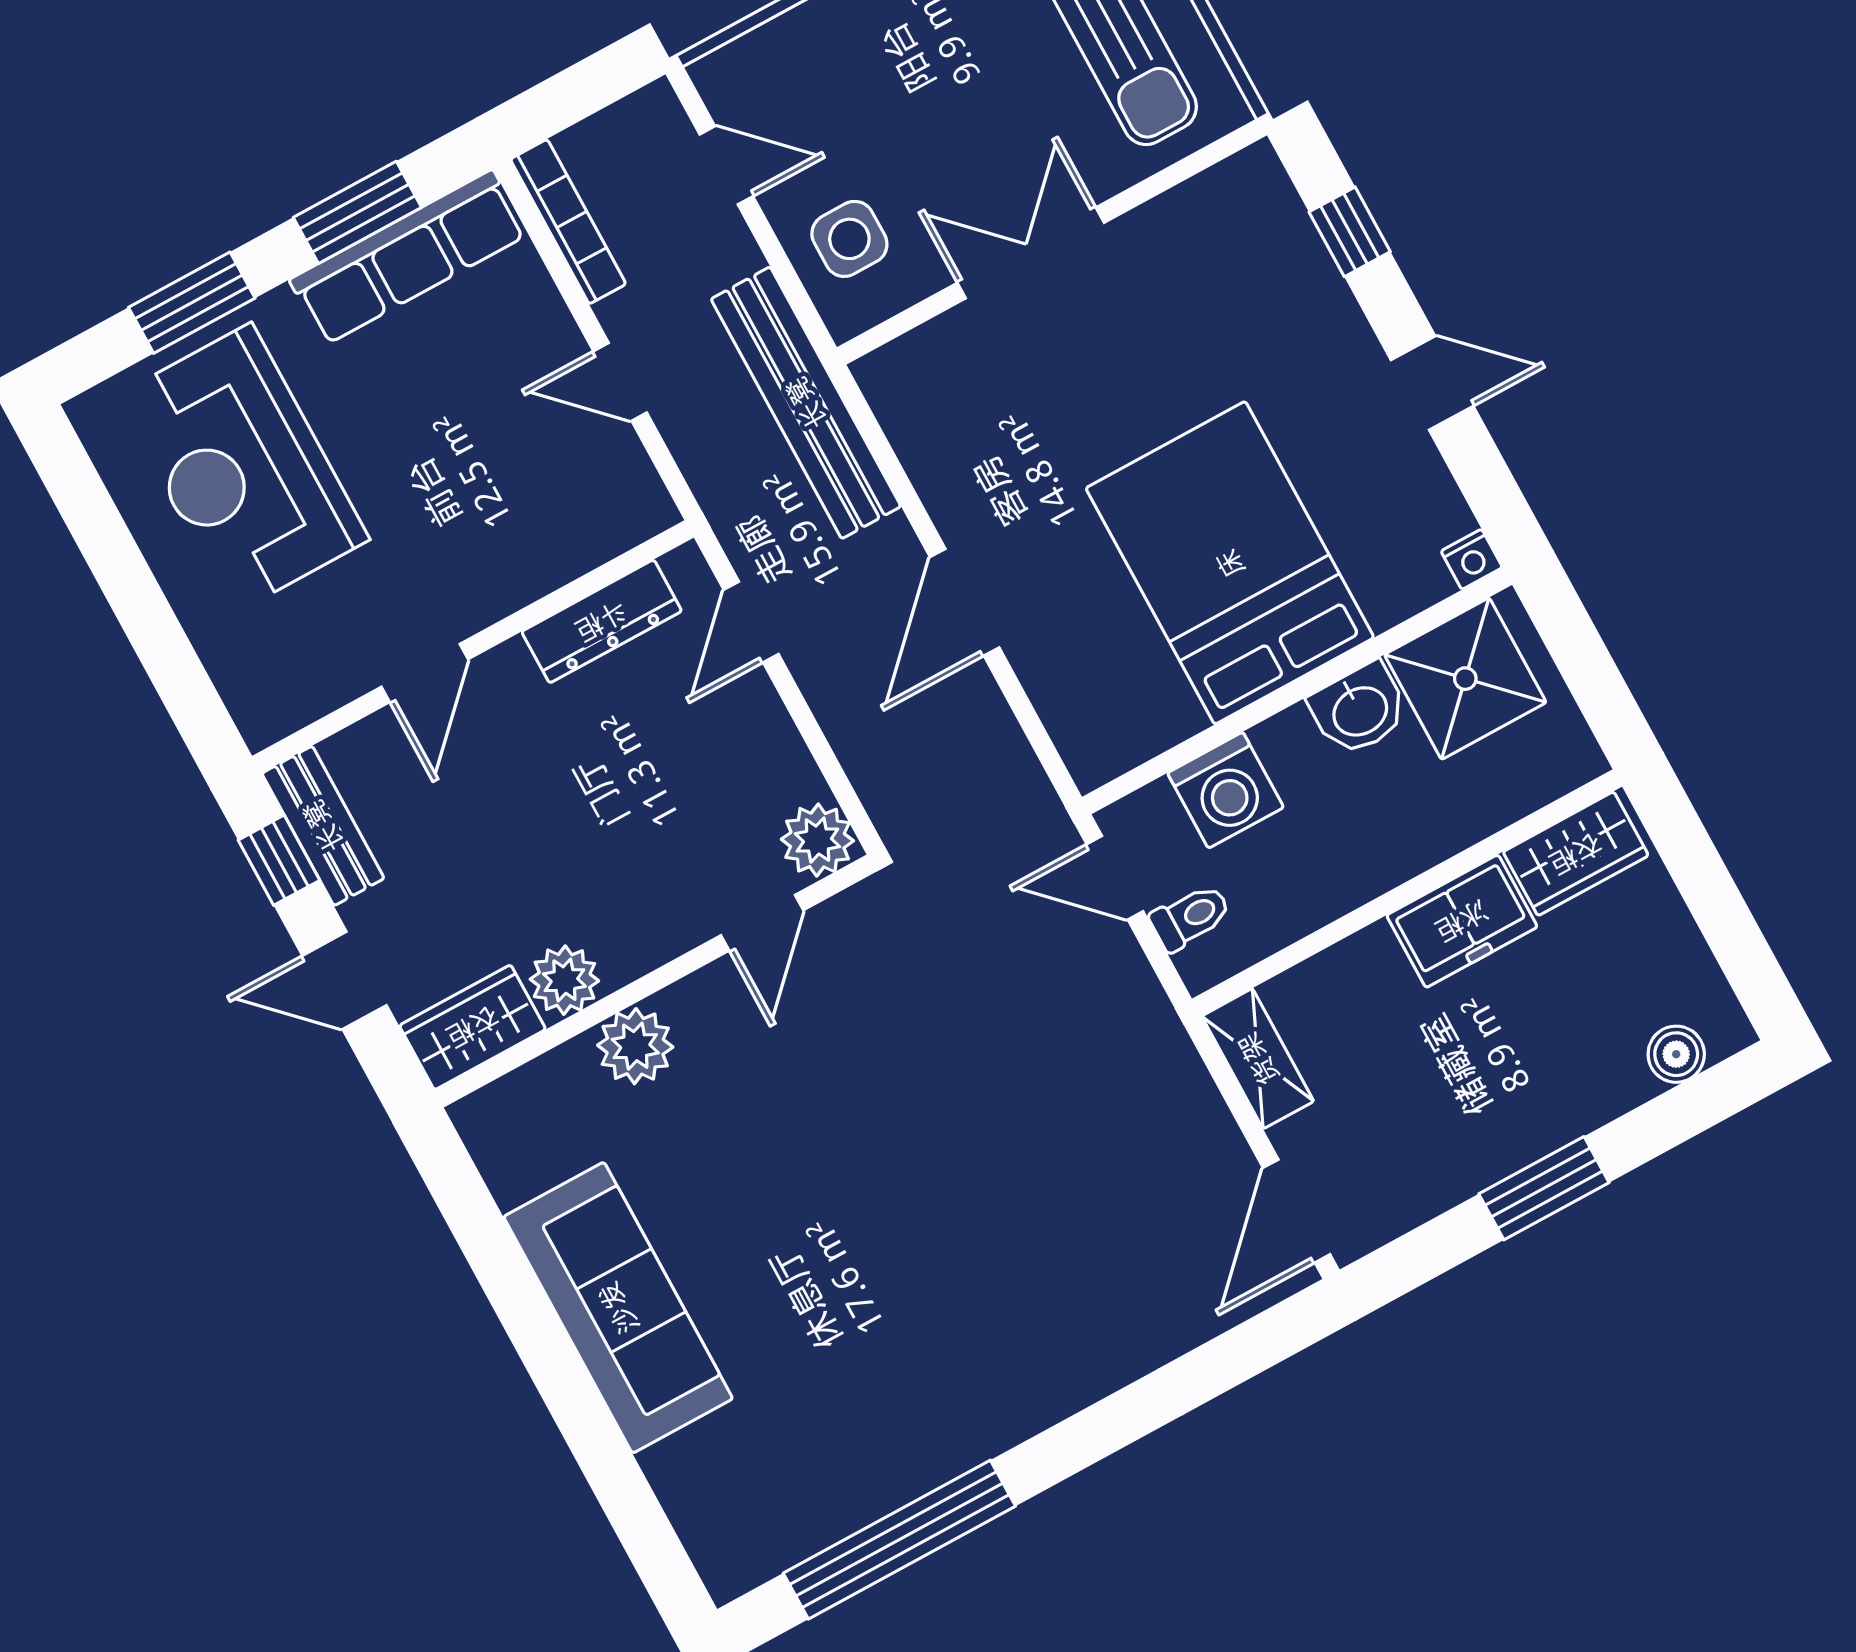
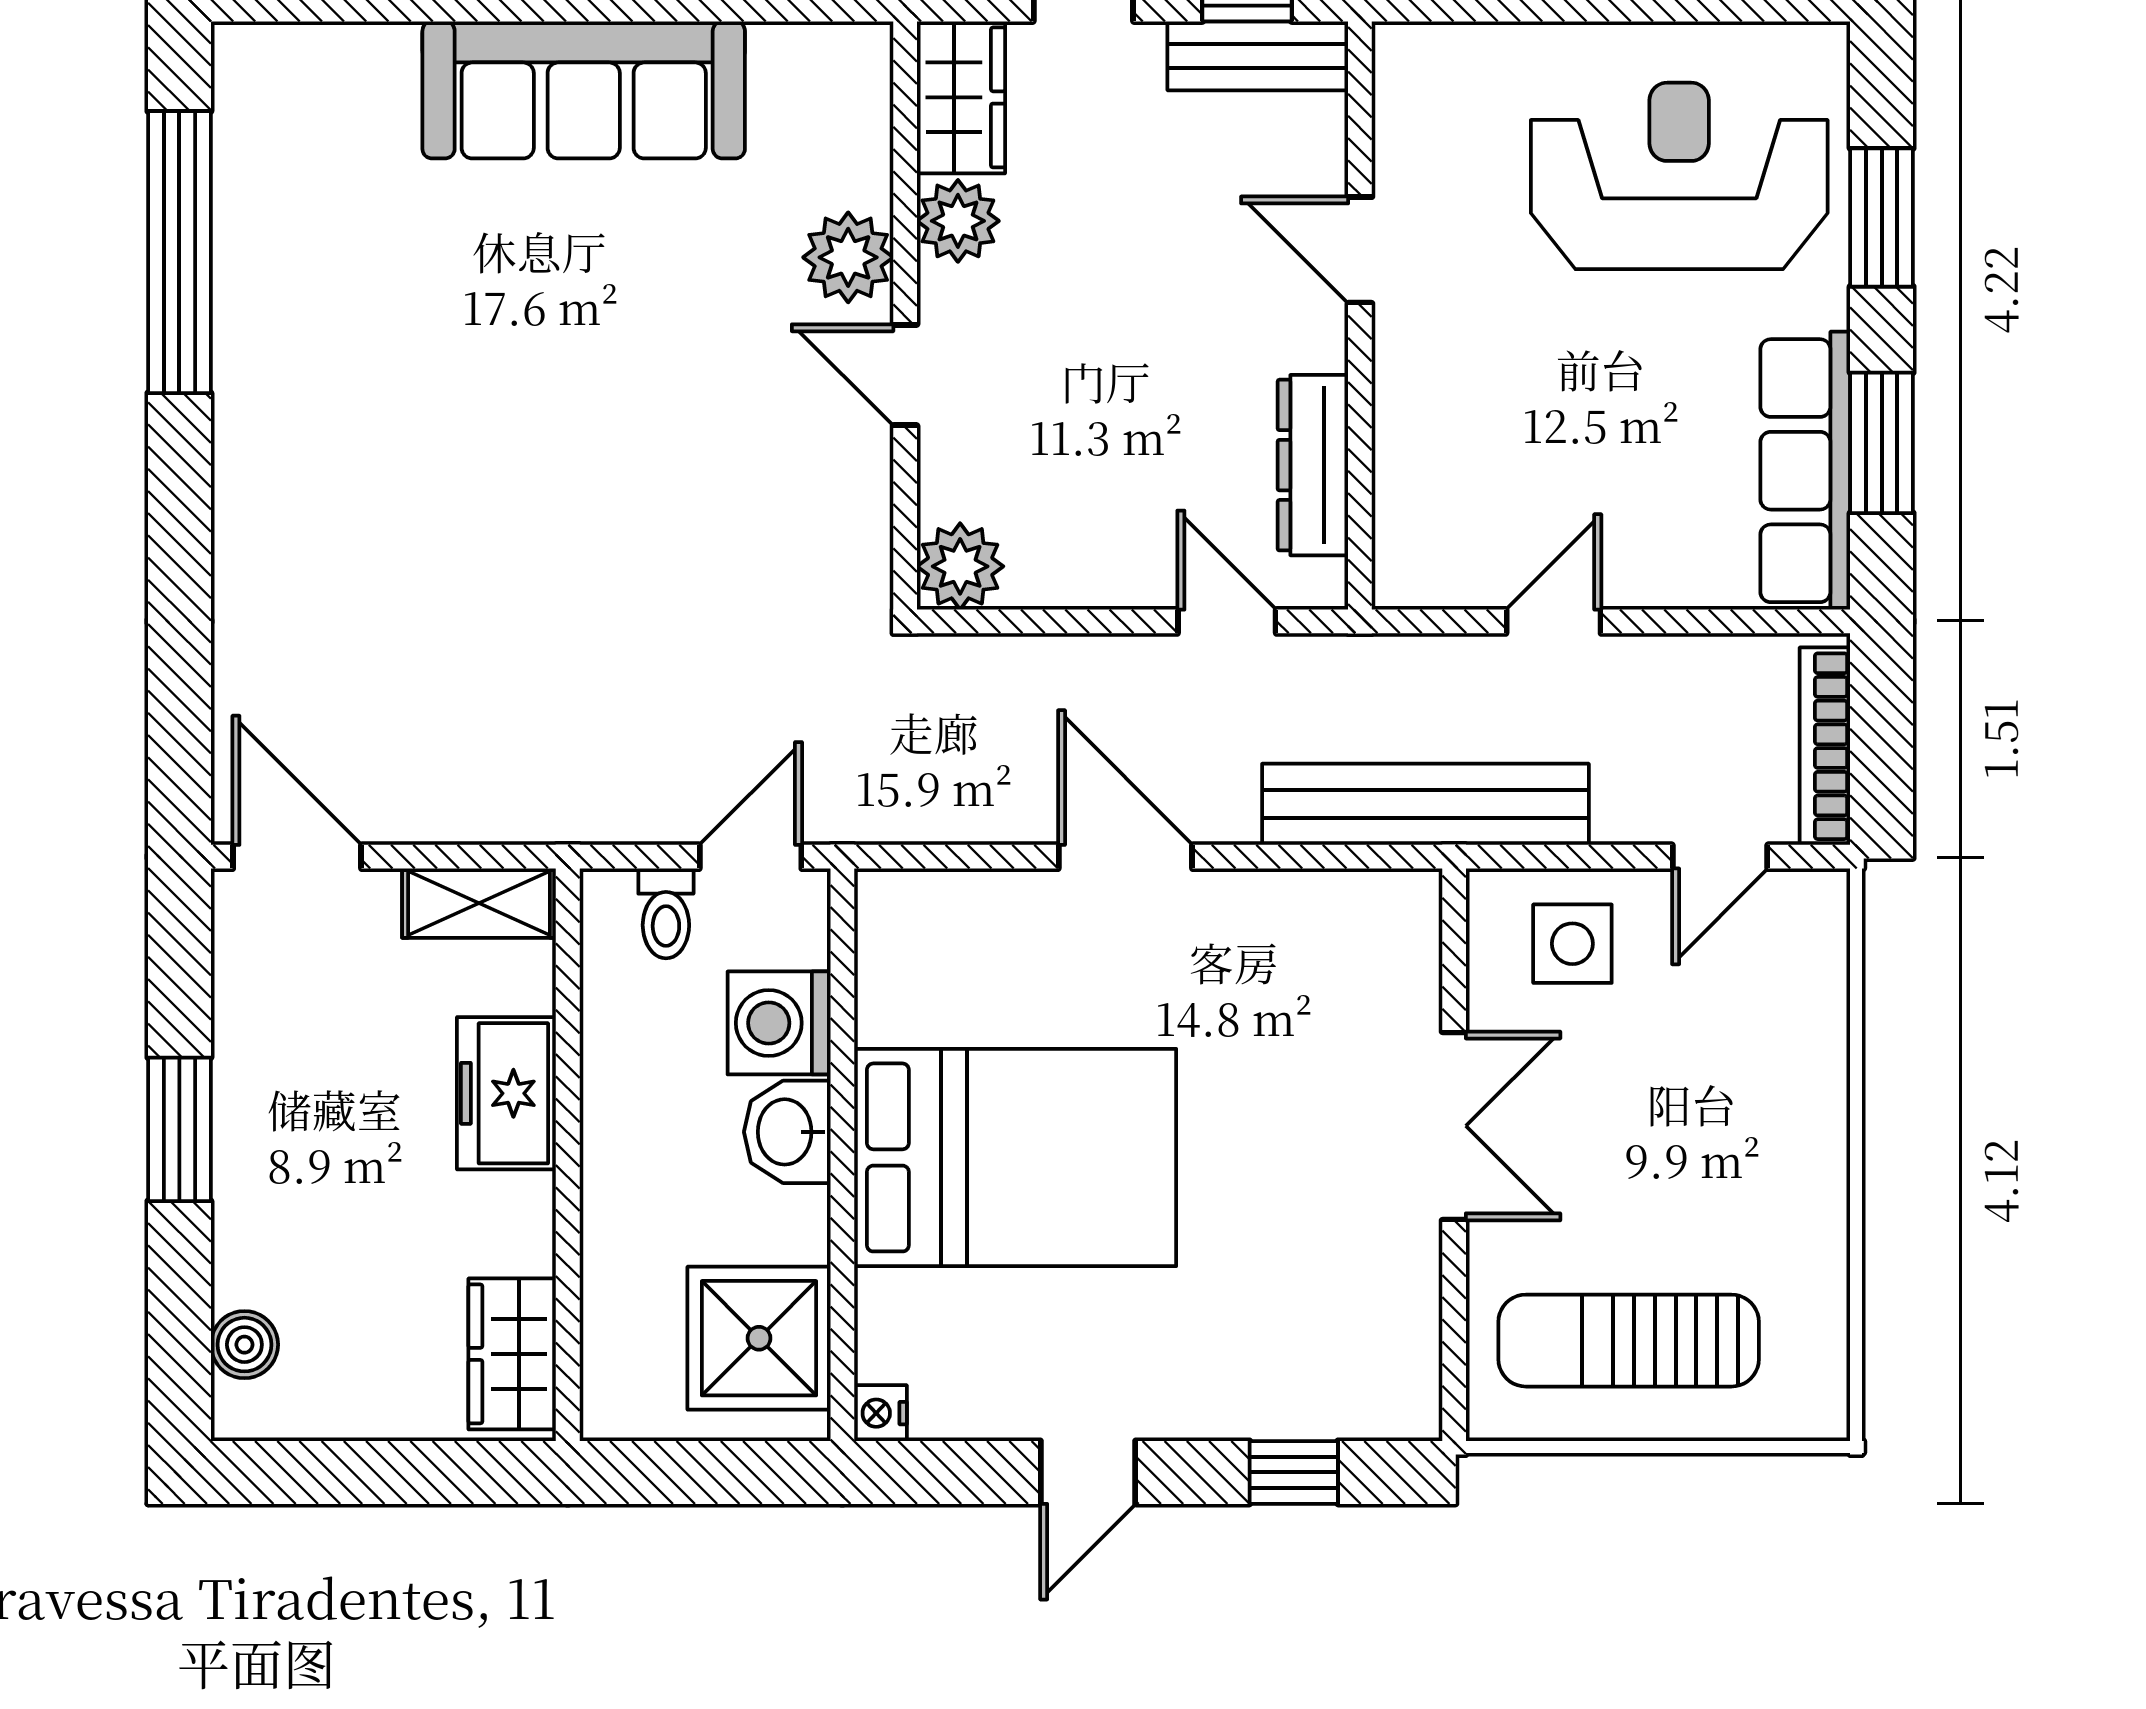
bookcase: (568, 222) -> (1825, 746), moved, turned 90
washbasin: (1359, 710) -> (787, 1132), moved
freezer: (1462, 921) -> (506, 1093), moved
door: (762, 923) -> (905, 375), moved

